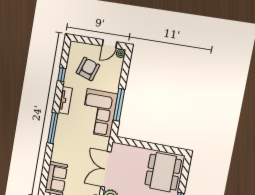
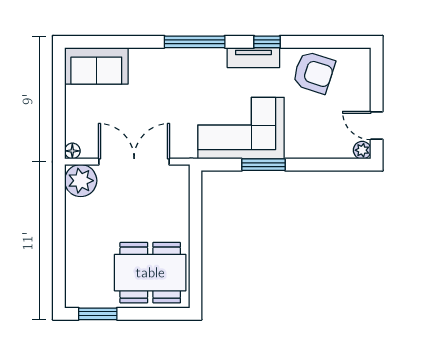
armchair: (88, 69) -> (314, 72), moved
window: (62, 75) -> (267, 42), moved
window: (119, 105) -> (264, 165), width x0.69

